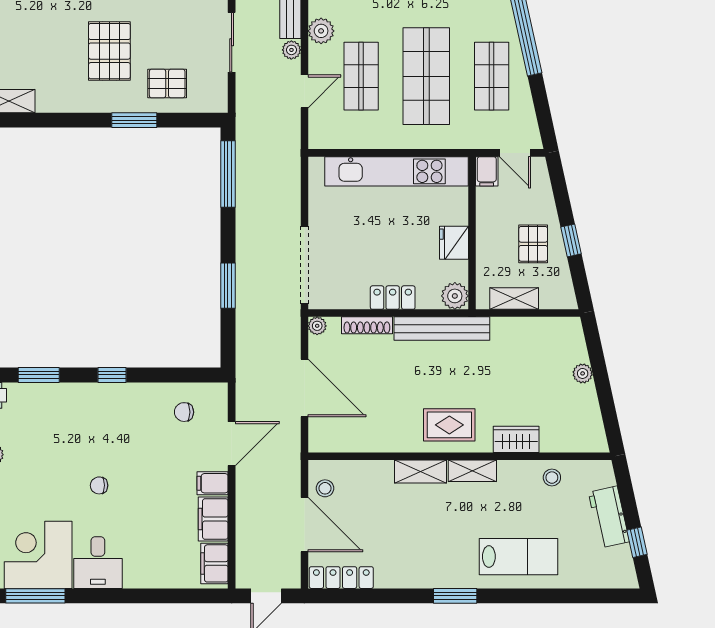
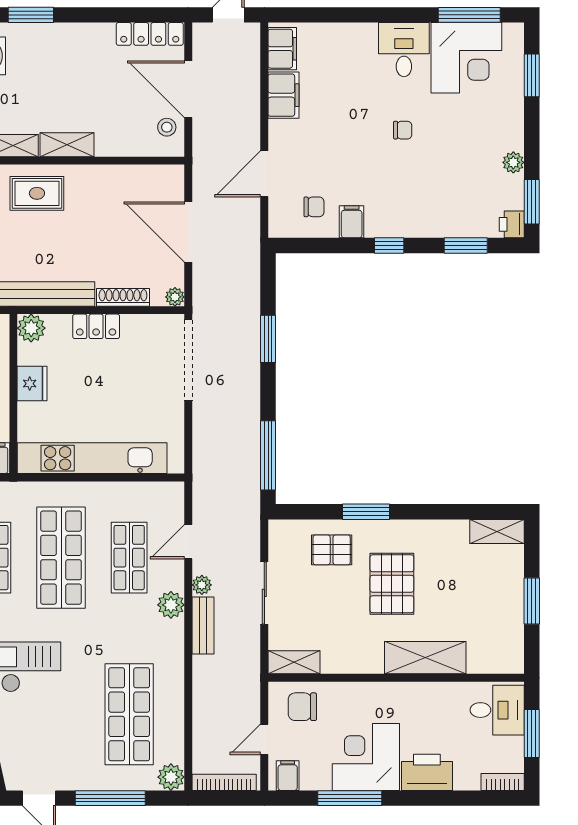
filing cabinet: (213, 483) -> (352, 222), moved, turned -90

